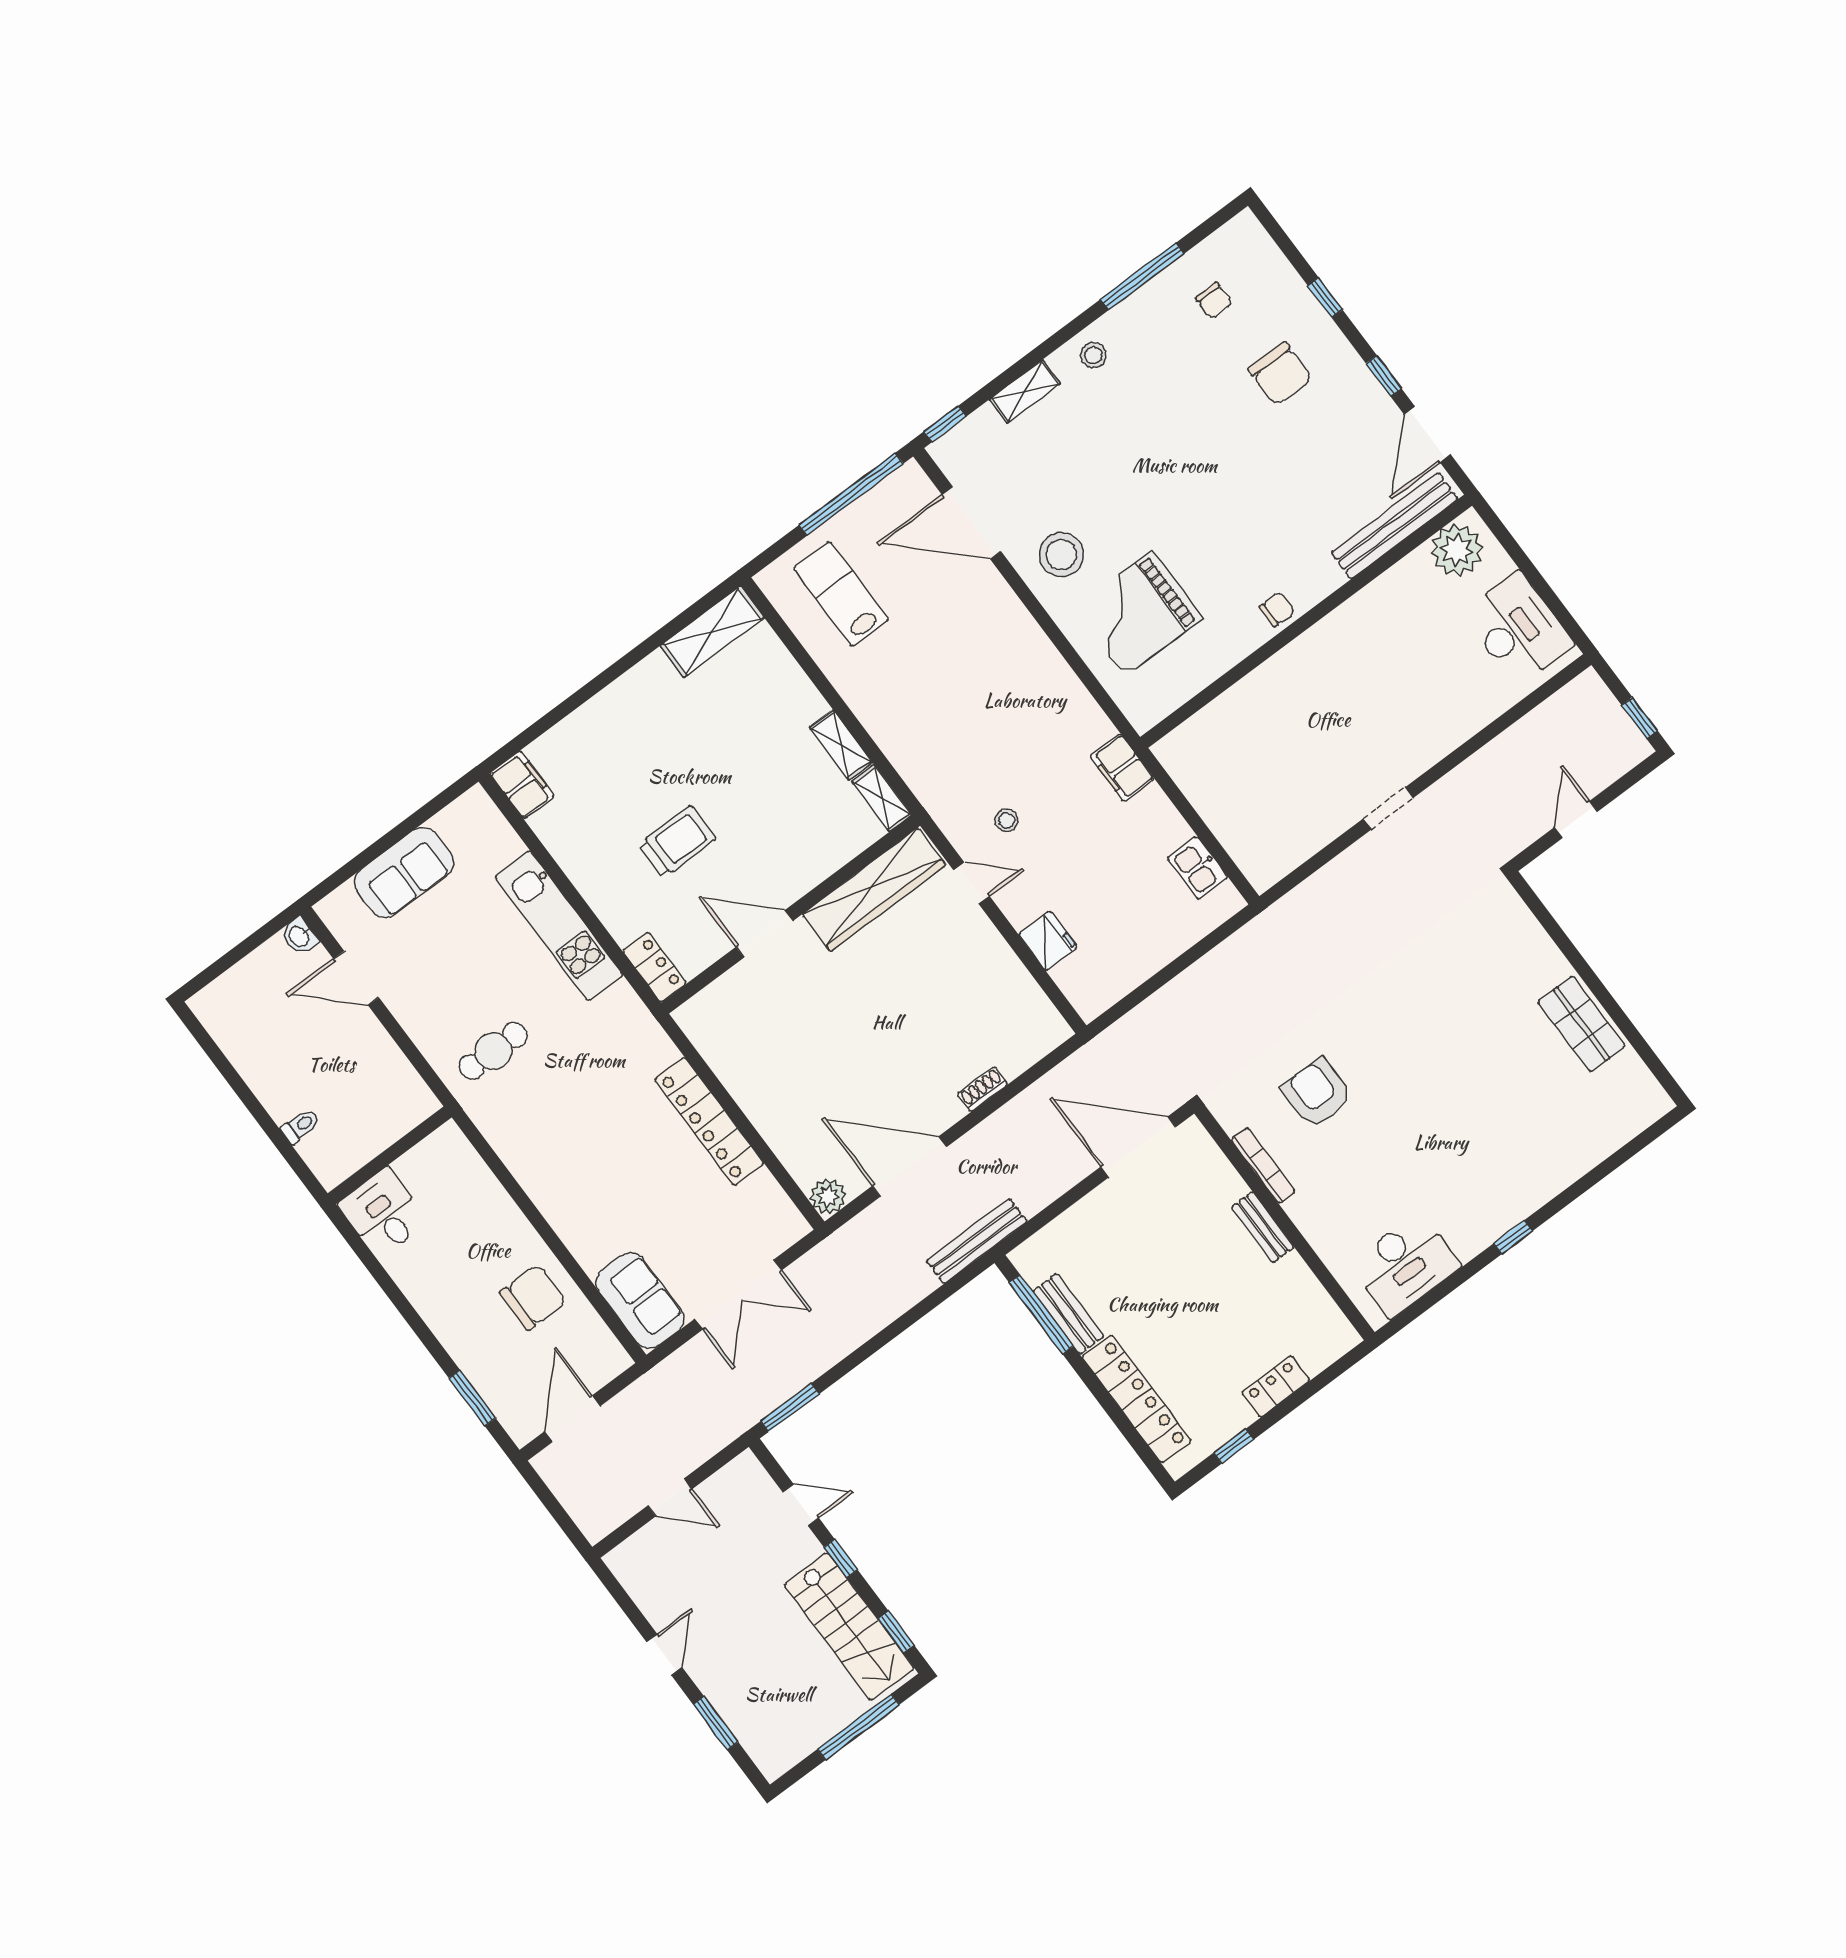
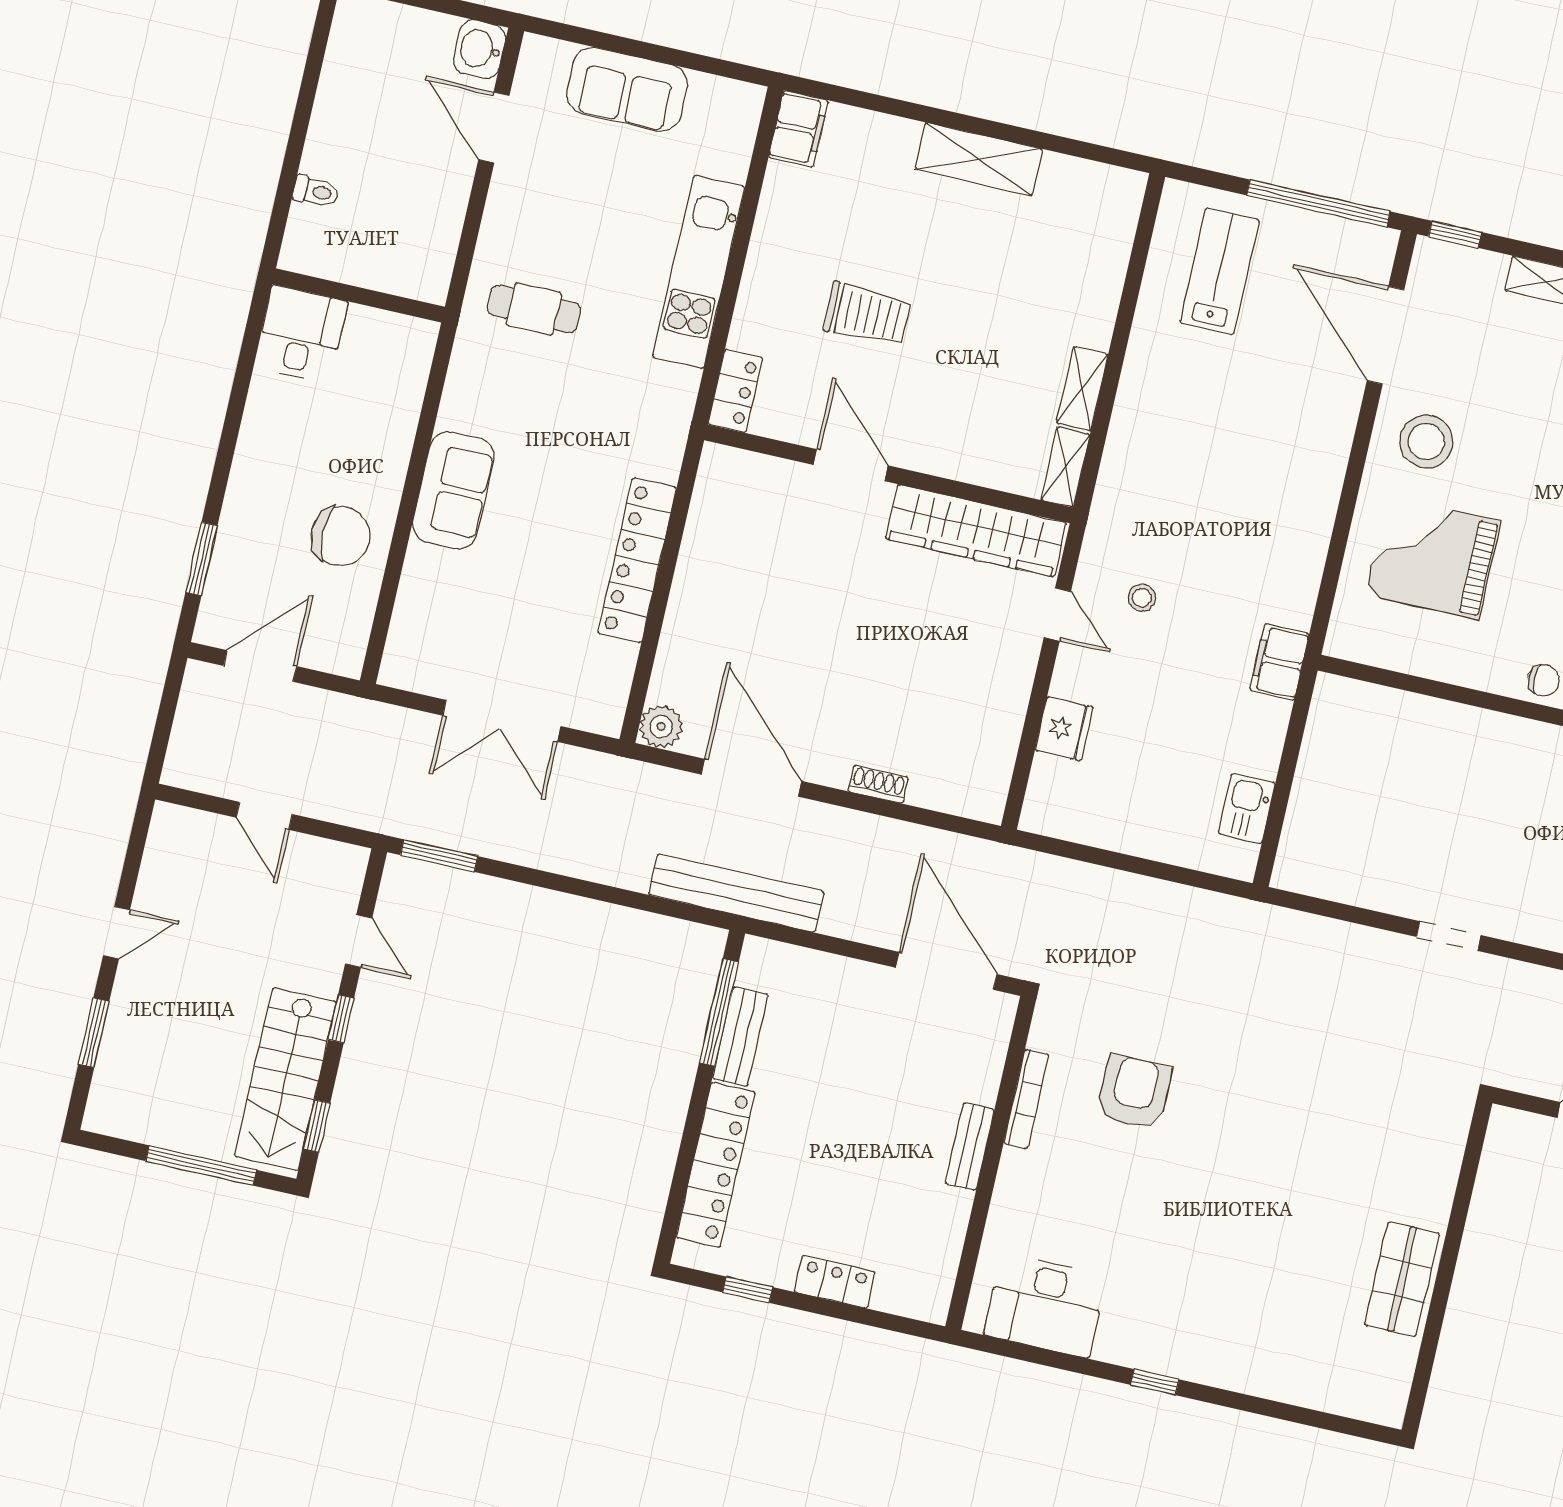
shelving: (712, 632) -> (979, 159), moved
washbasin: (299, 936) -> (480, 49), width x1.38, depth x1.45
bench: (977, 1241) -> (736, 893), width x1.37, depth x1.21
sofa: (640, 1301) -> (453, 490), moved

